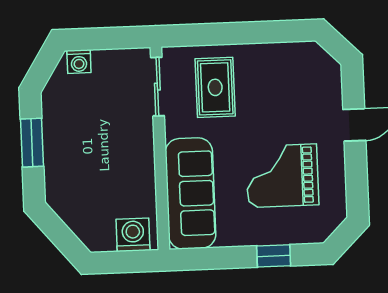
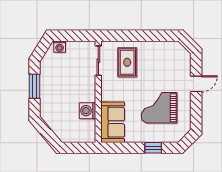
sofa: (190, 193) -> (113, 122), width x0.73
washing machine: (133, 235) -> (88, 111), moved, turned -90

